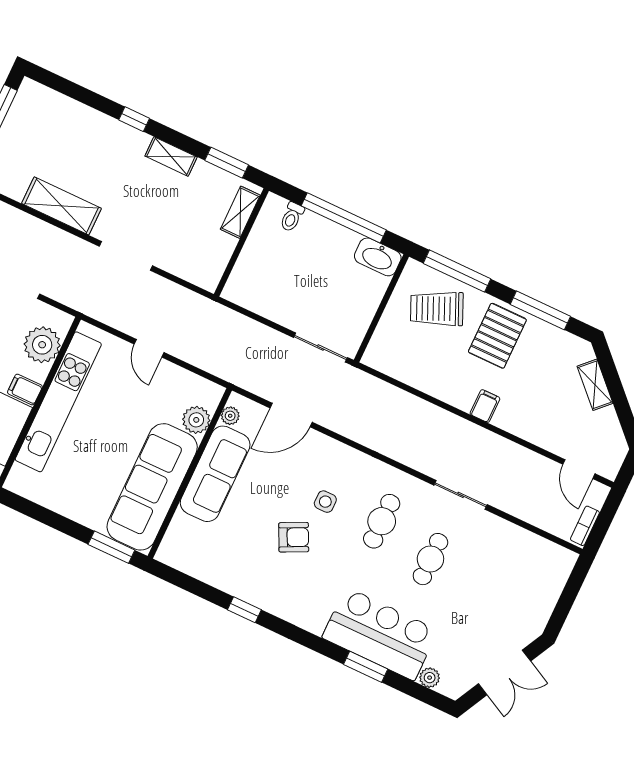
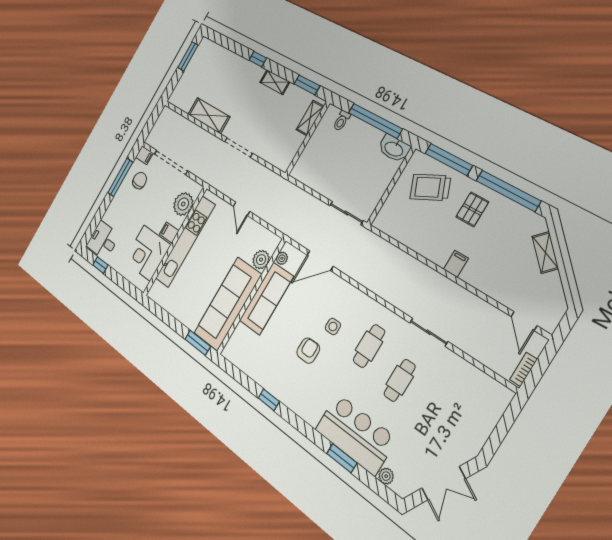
window: (540, 310) -> (508, 191), width x1.46
pallet: (497, 336) -> (472, 209), width x0.67, depth x0.71
armchair: (294, 537) -> (308, 351), turned -64

